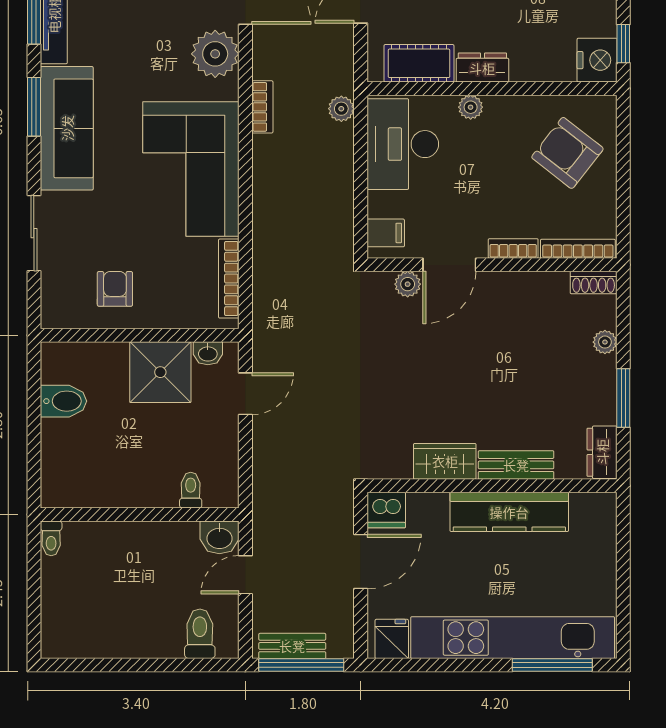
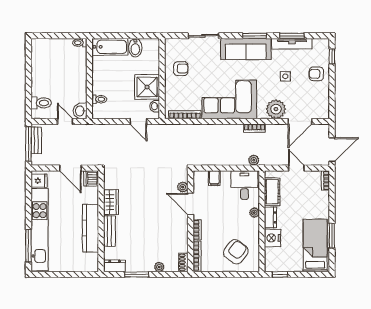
side table: (134, 31) -> (285, 76), added
nightstand: (597, 60) -> (272, 238), moved, turned 90
desk: (403, 144) -> (244, 185), width x0.73
filing cabinet: (386, 233) -> (214, 178), moved
bathtub: (61, 464) -> (110, 47), added

